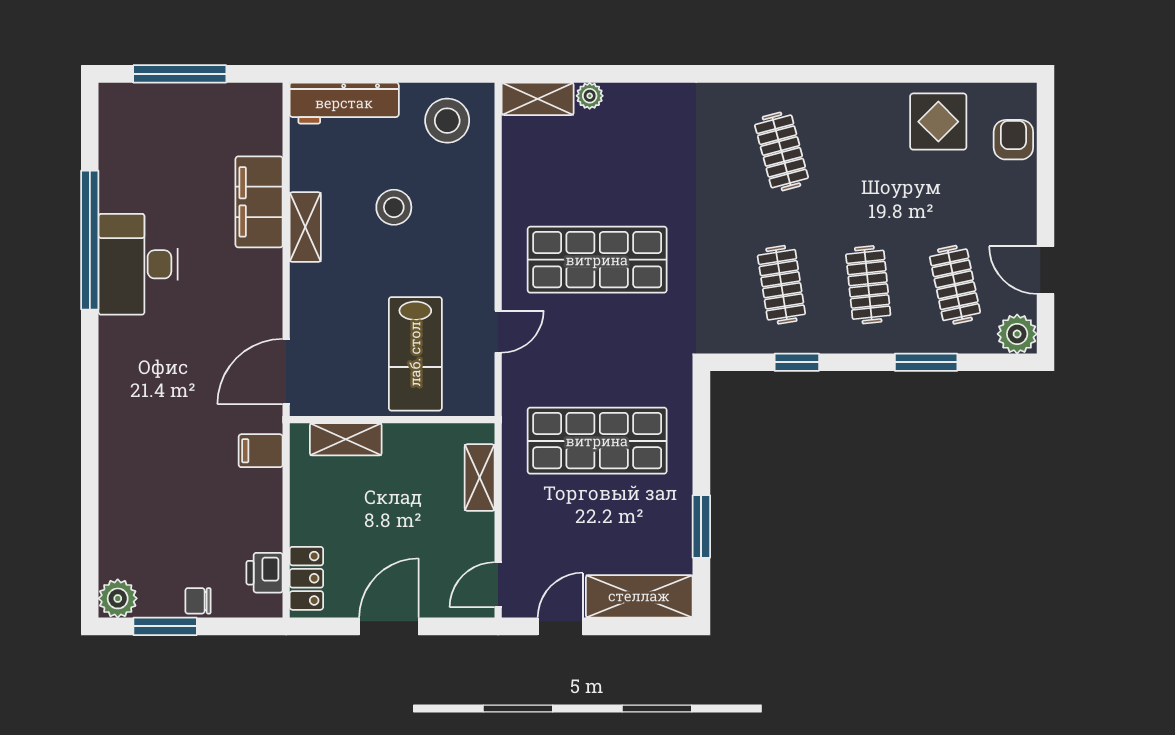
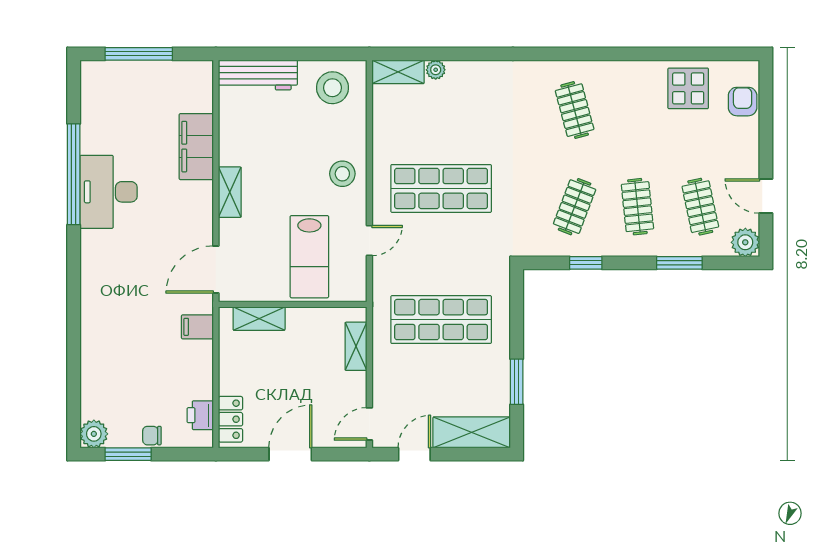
stool: (394, 207) -> (342, 174), moved
shelving: (305, 227) -> (230, 192), moved
clothes rail: (781, 285) -> (575, 207), turned 30

